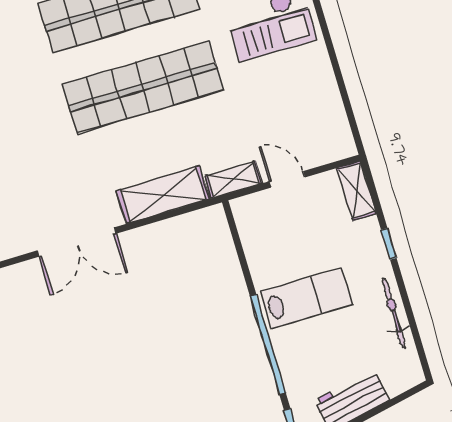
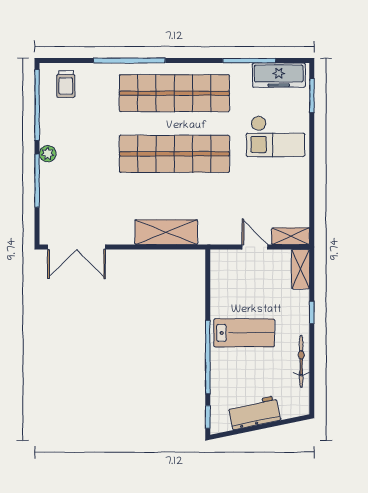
shelving: (233, 180) -> (291, 236), moved
double door: (77, 242) -> (76, 247), moved

